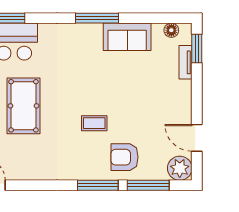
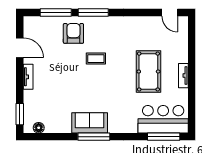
sofa: (127, 37) -> (90, 123), moved
tv unit: (185, 62) -> (28, 77), moved
armchair: (124, 157) -> (73, 33), turned -90
plant: (180, 168) -> (32, 25), removed

